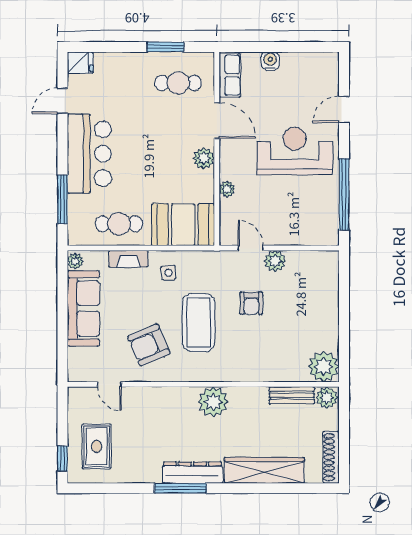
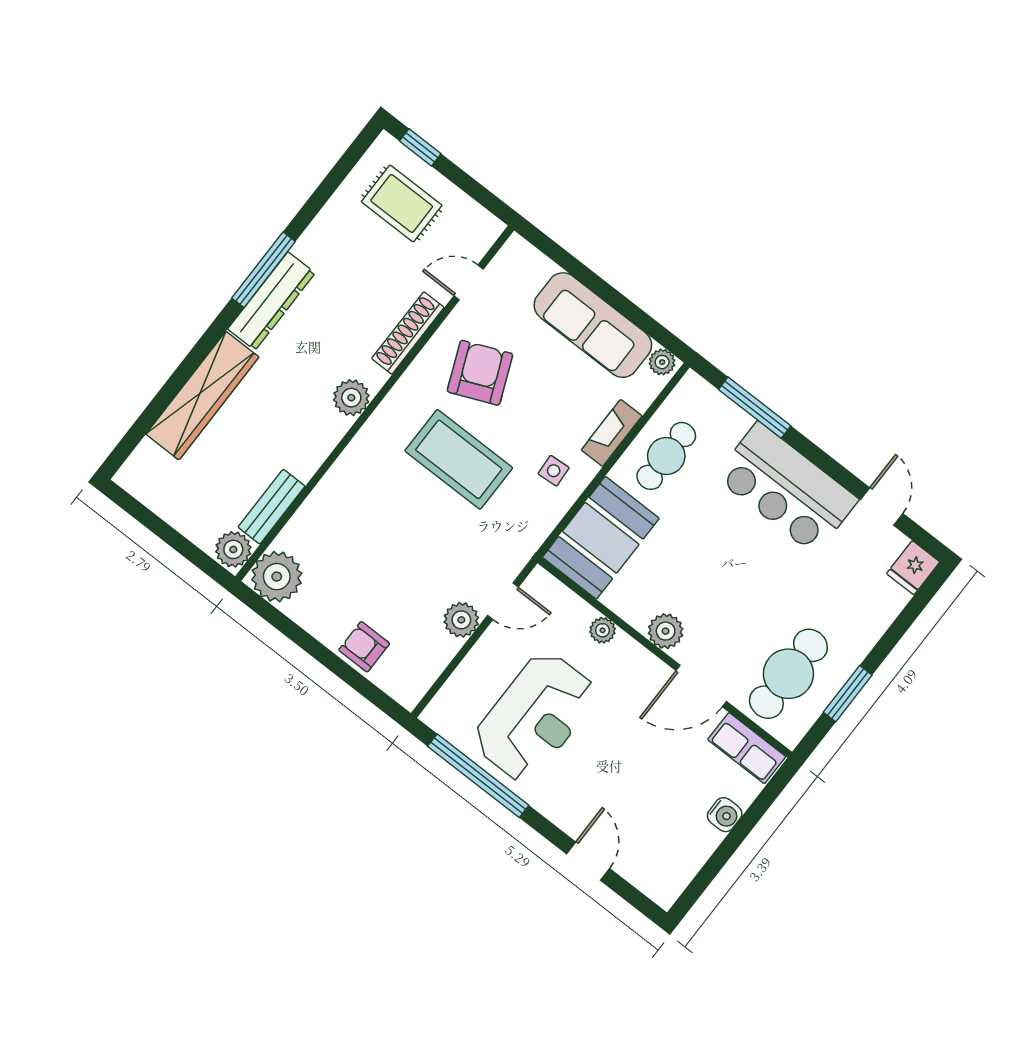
cafe table: (178, 83) -> (788, 674), width x1.37, depth x1.35
reception desk: (295, 151) -> (535, 717), moved
armchair: (251, 303) -> (364, 647), moved
plant: (213, 402) -> (351, 398), width x0.73, depth x0.73
shoe rack: (331, 457) -> (408, 333), moved, turned -90

